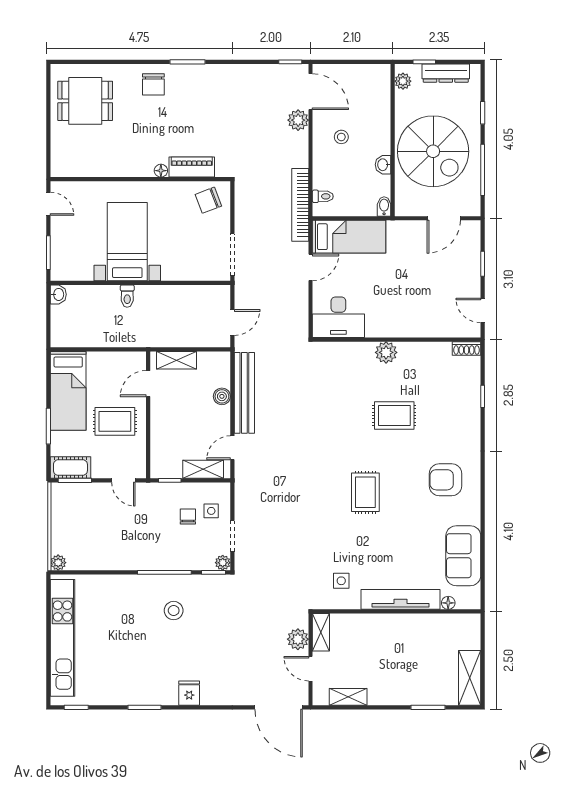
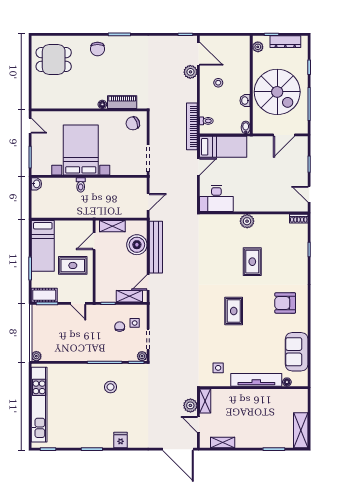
bed with nightstands: (127, 242) -> (81, 150), width x1.36
boiler: (222, 396) -> (137, 245), width x1.86, depth x1.86
rug: (394, 416) -> (252, 262), turned 90

